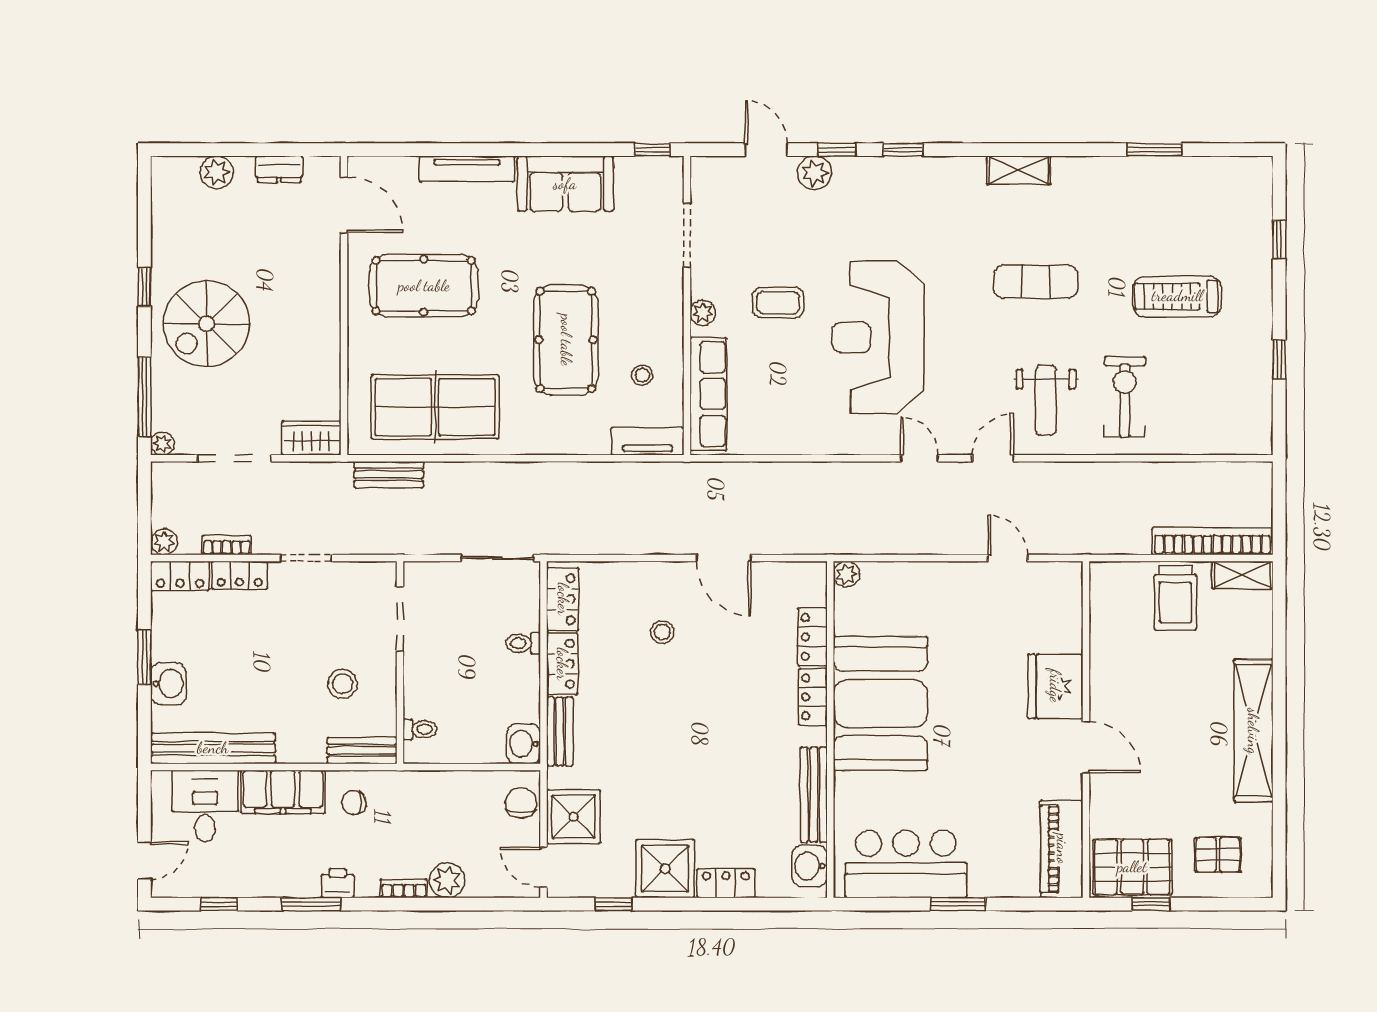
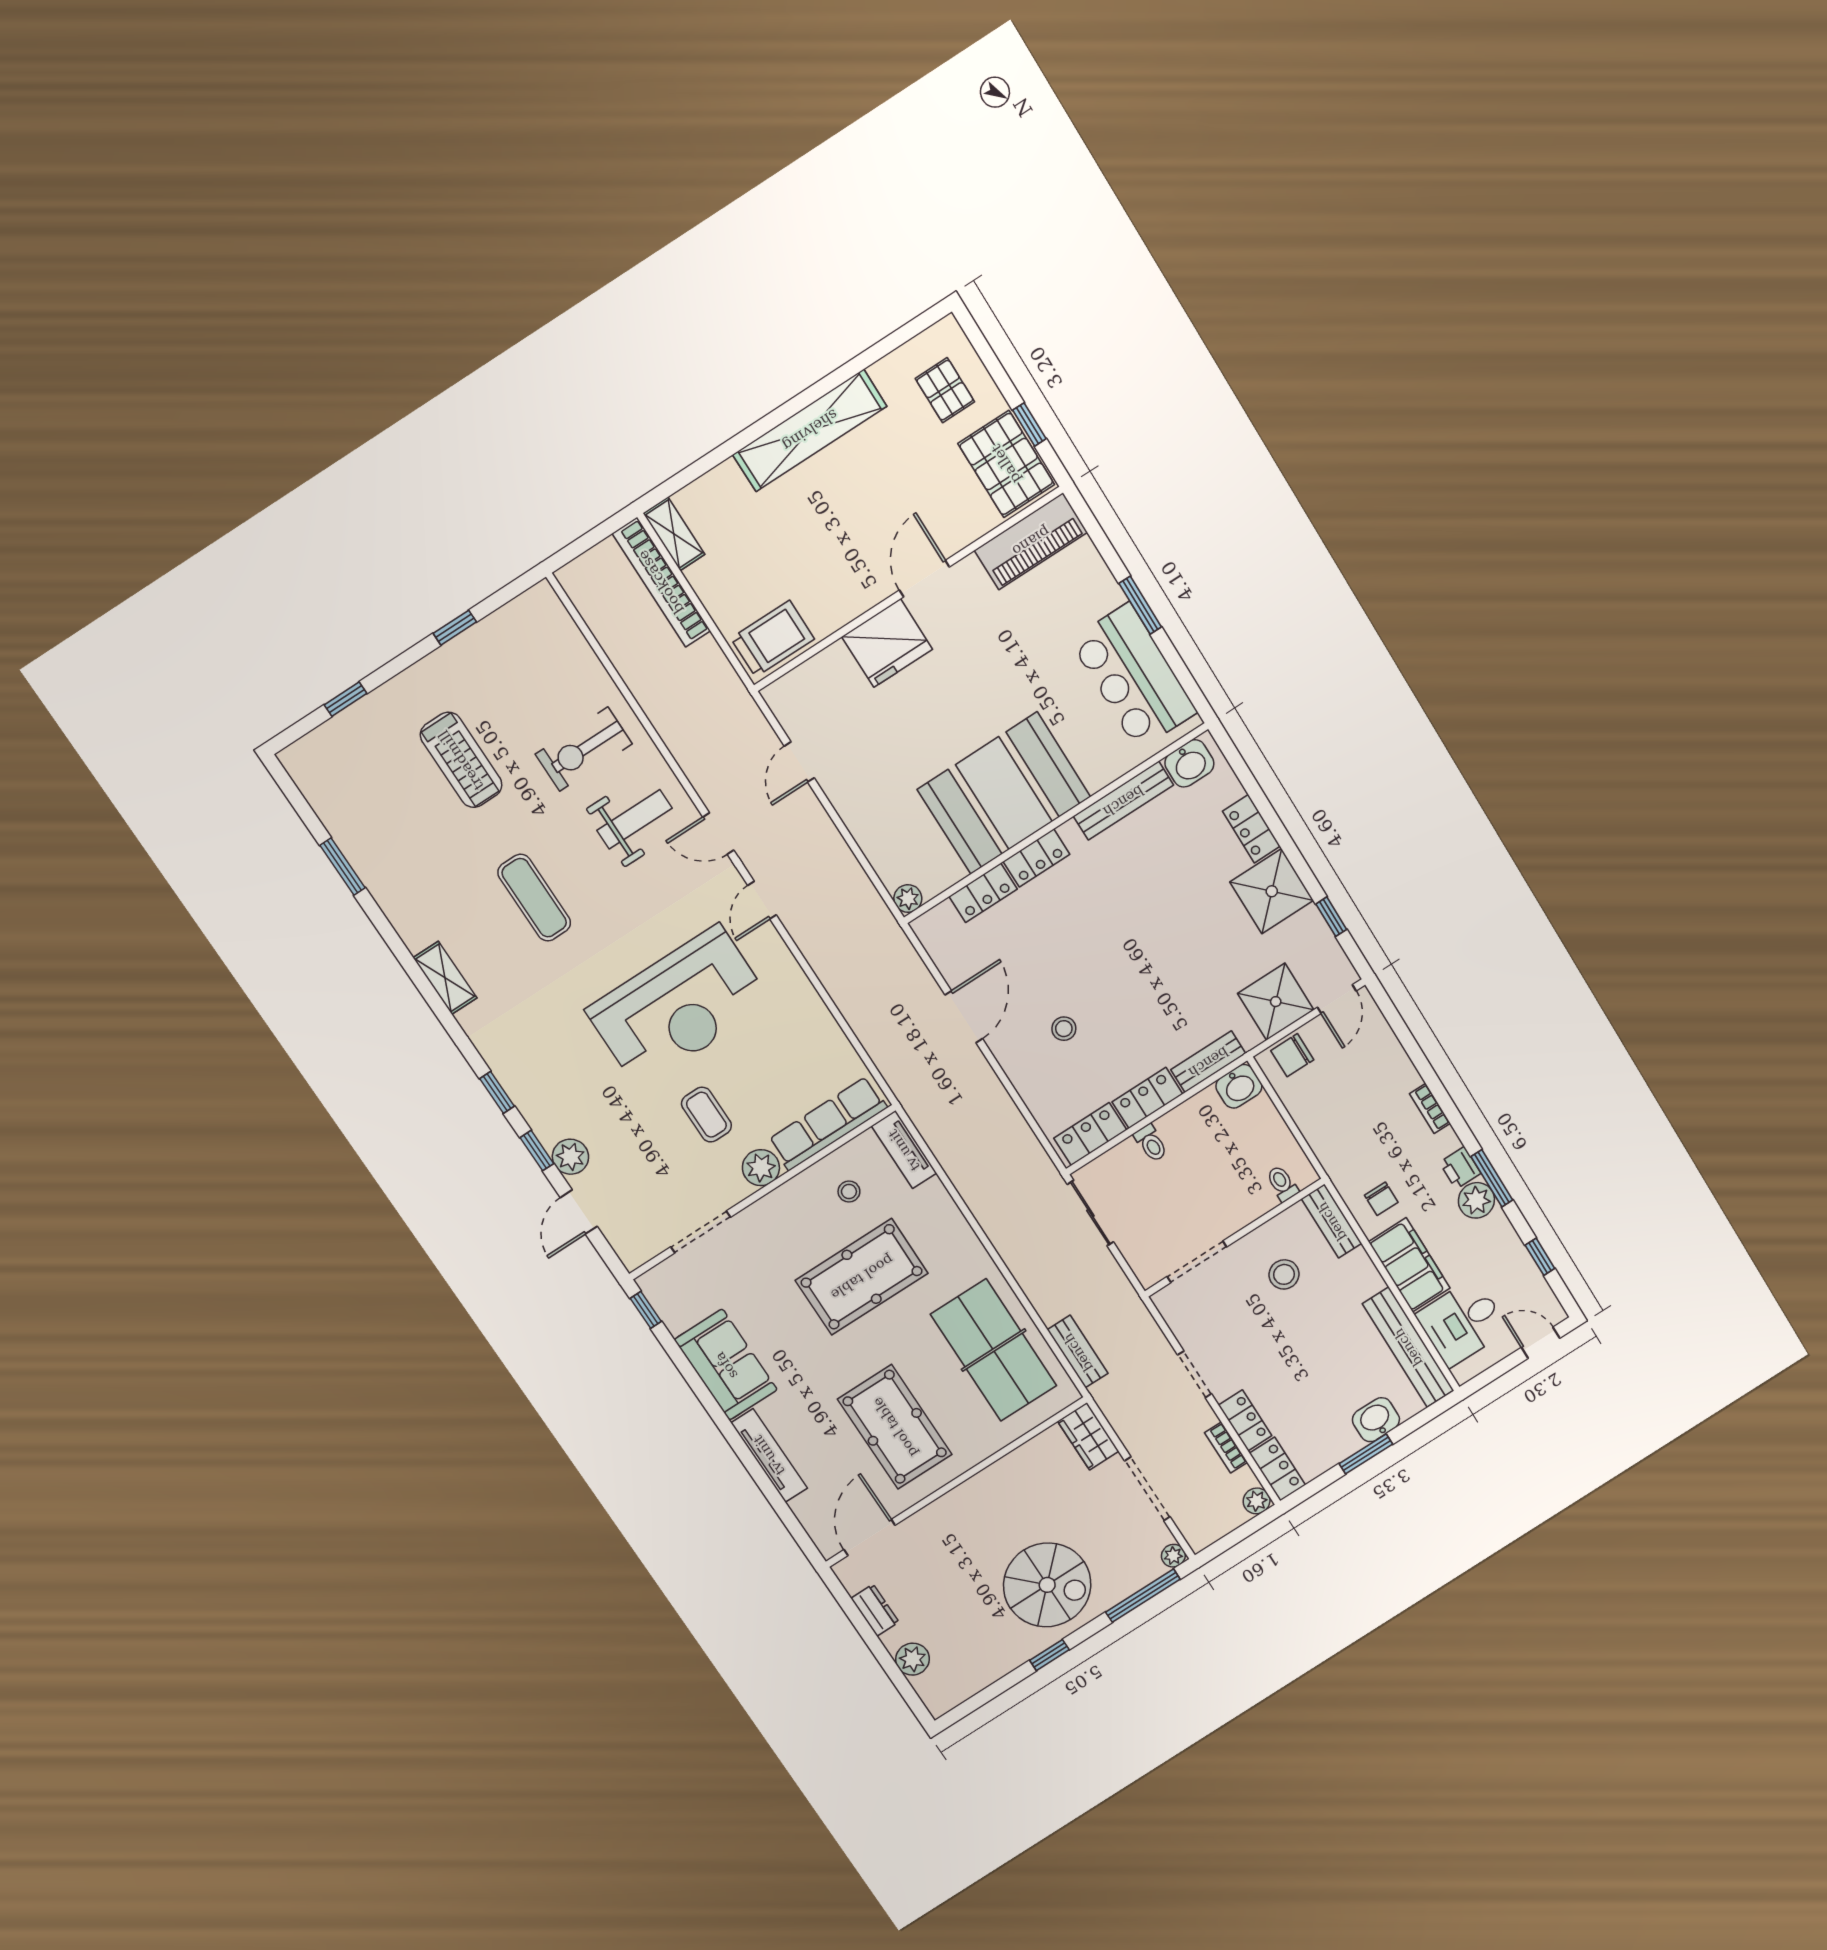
plant: (703, 313) -> (761, 1168), width x1.38, depth x1.38
trolley: (1175, 598) -> (773, 639), moved
plant: (447, 880) -> (1476, 1200), moved

